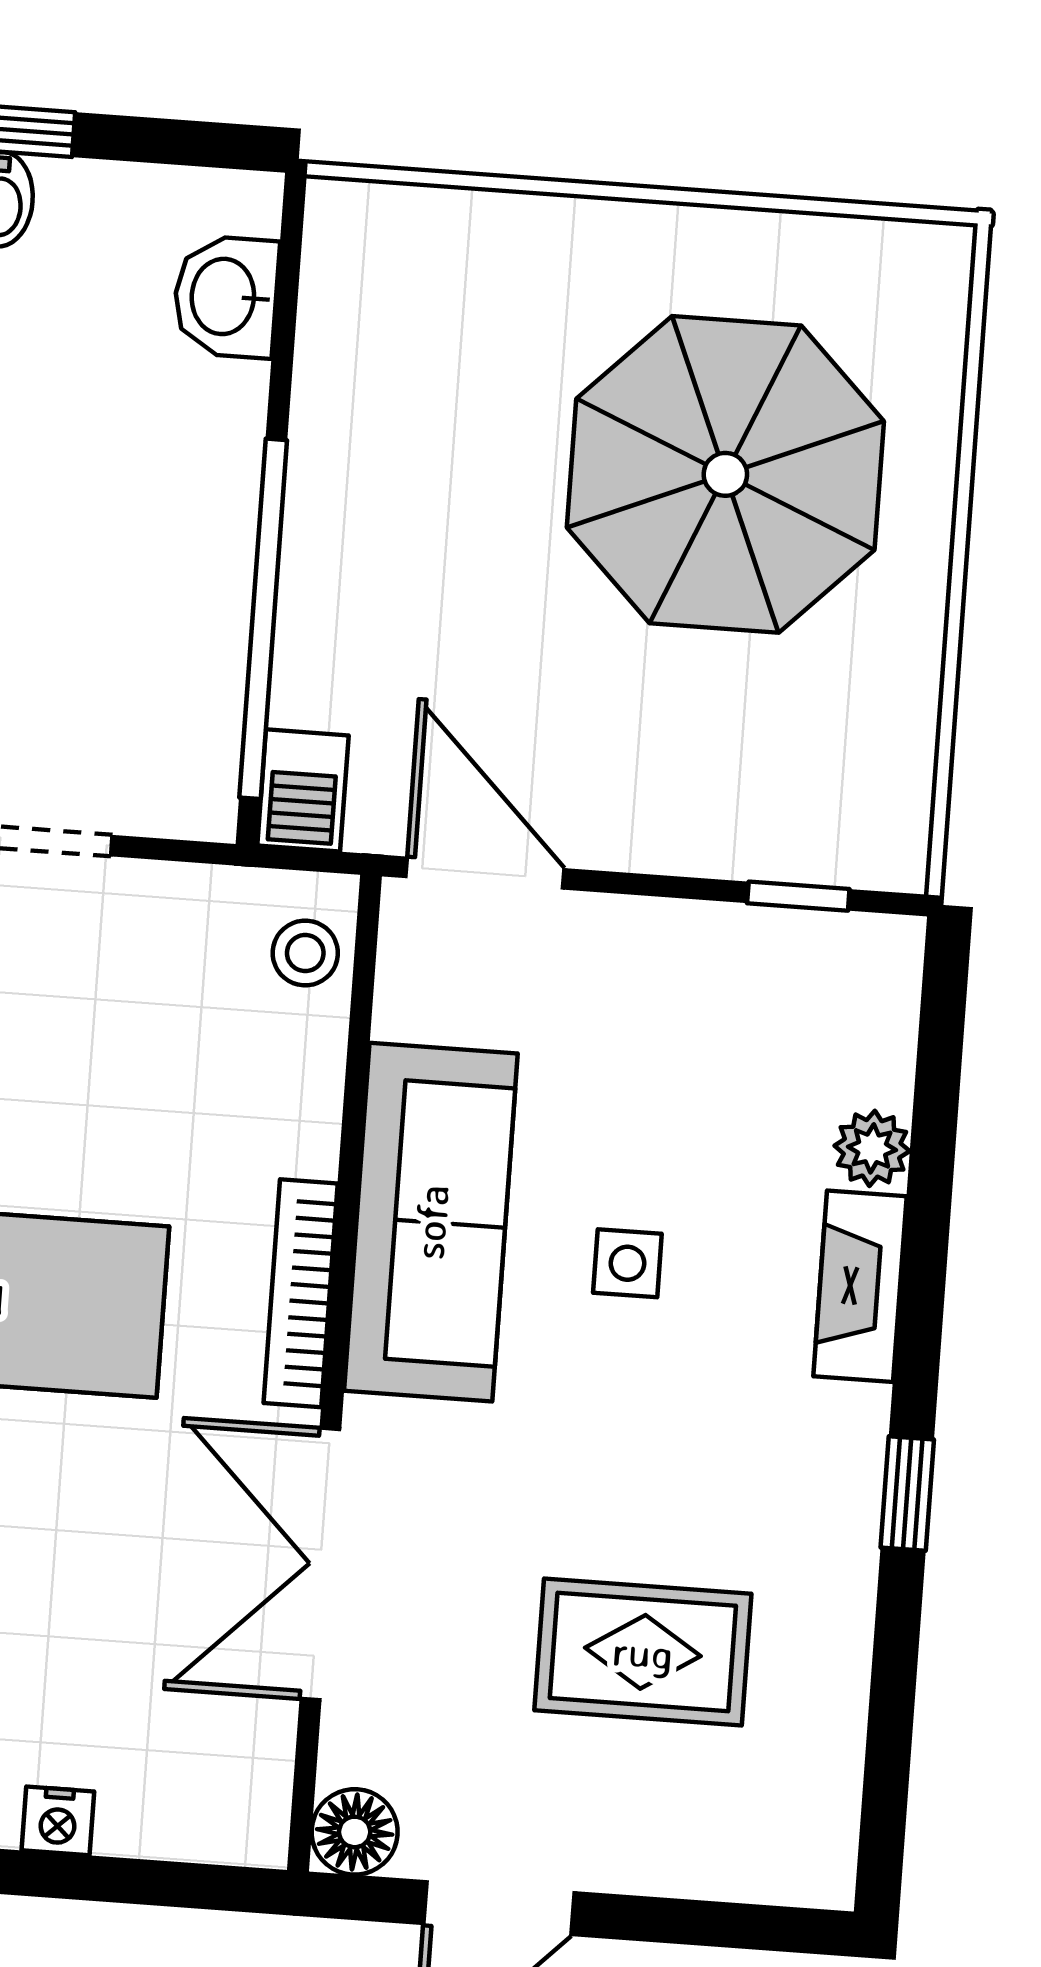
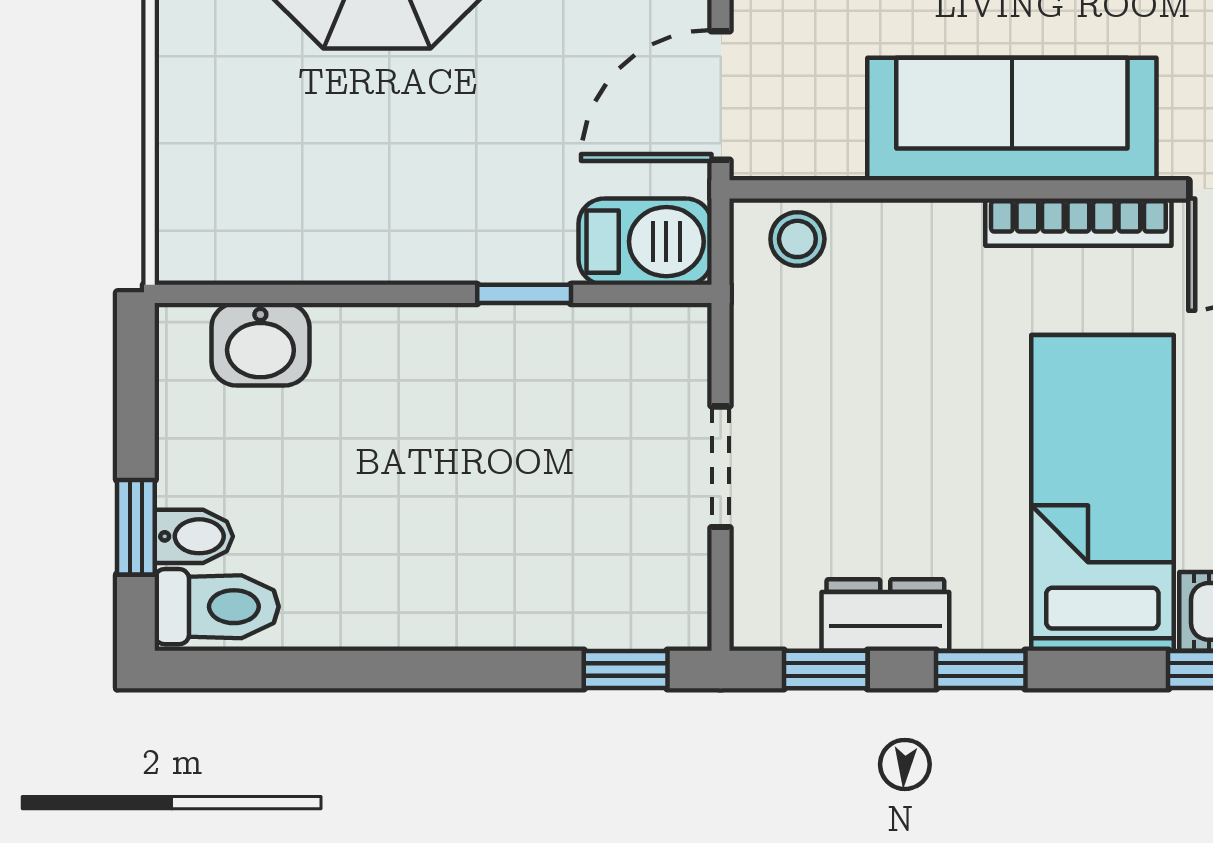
window: (263, 619) -> (524, 294), width x0.32
barbecue: (303, 790) -> (645, 242), width x1.38, depth x1.27

